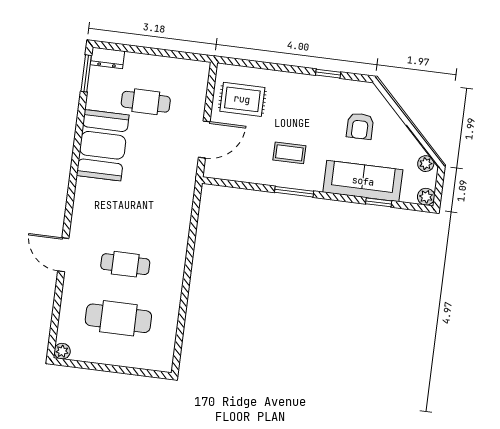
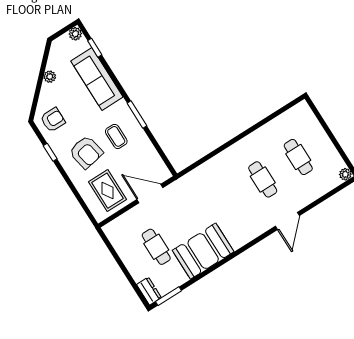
armchair: (299, 110) -> (86, 152), added
armchair: (360, 126) -> (53, 120), moved
plant: (426, 164) -> (50, 77), moved
window: (379, 202) -> (95, 48), moved
cafe table: (118, 318) -> (298, 157), width x0.73, depth x0.74

